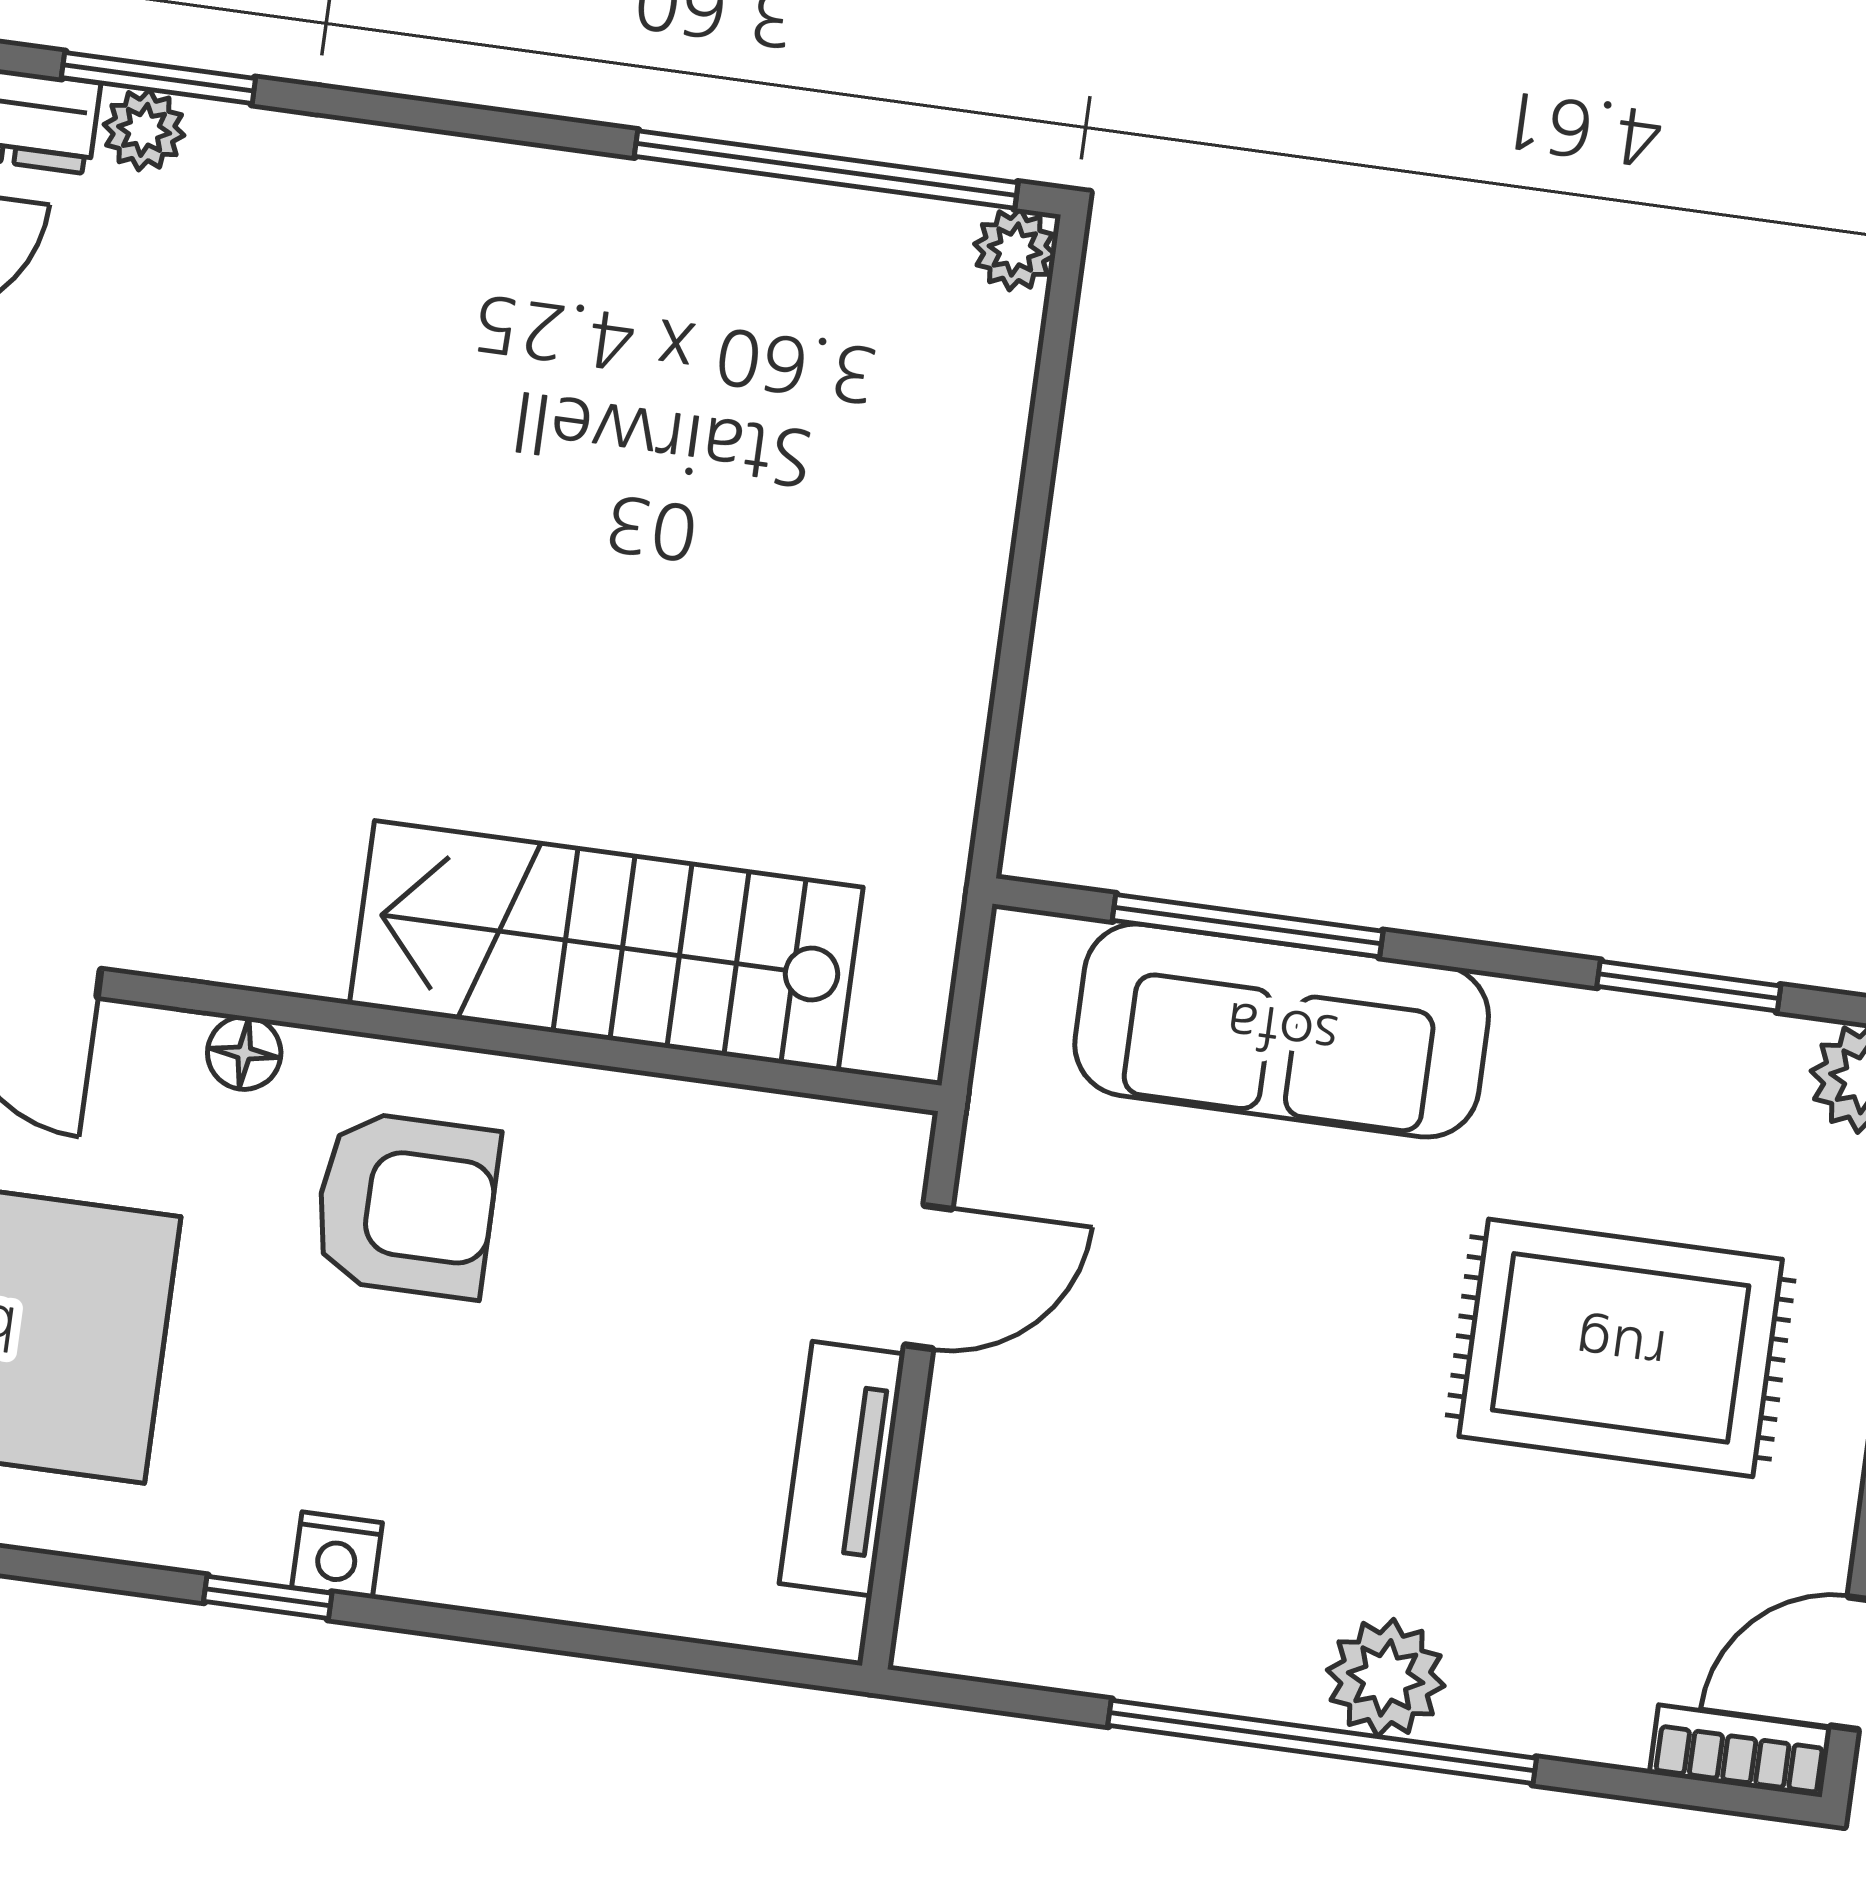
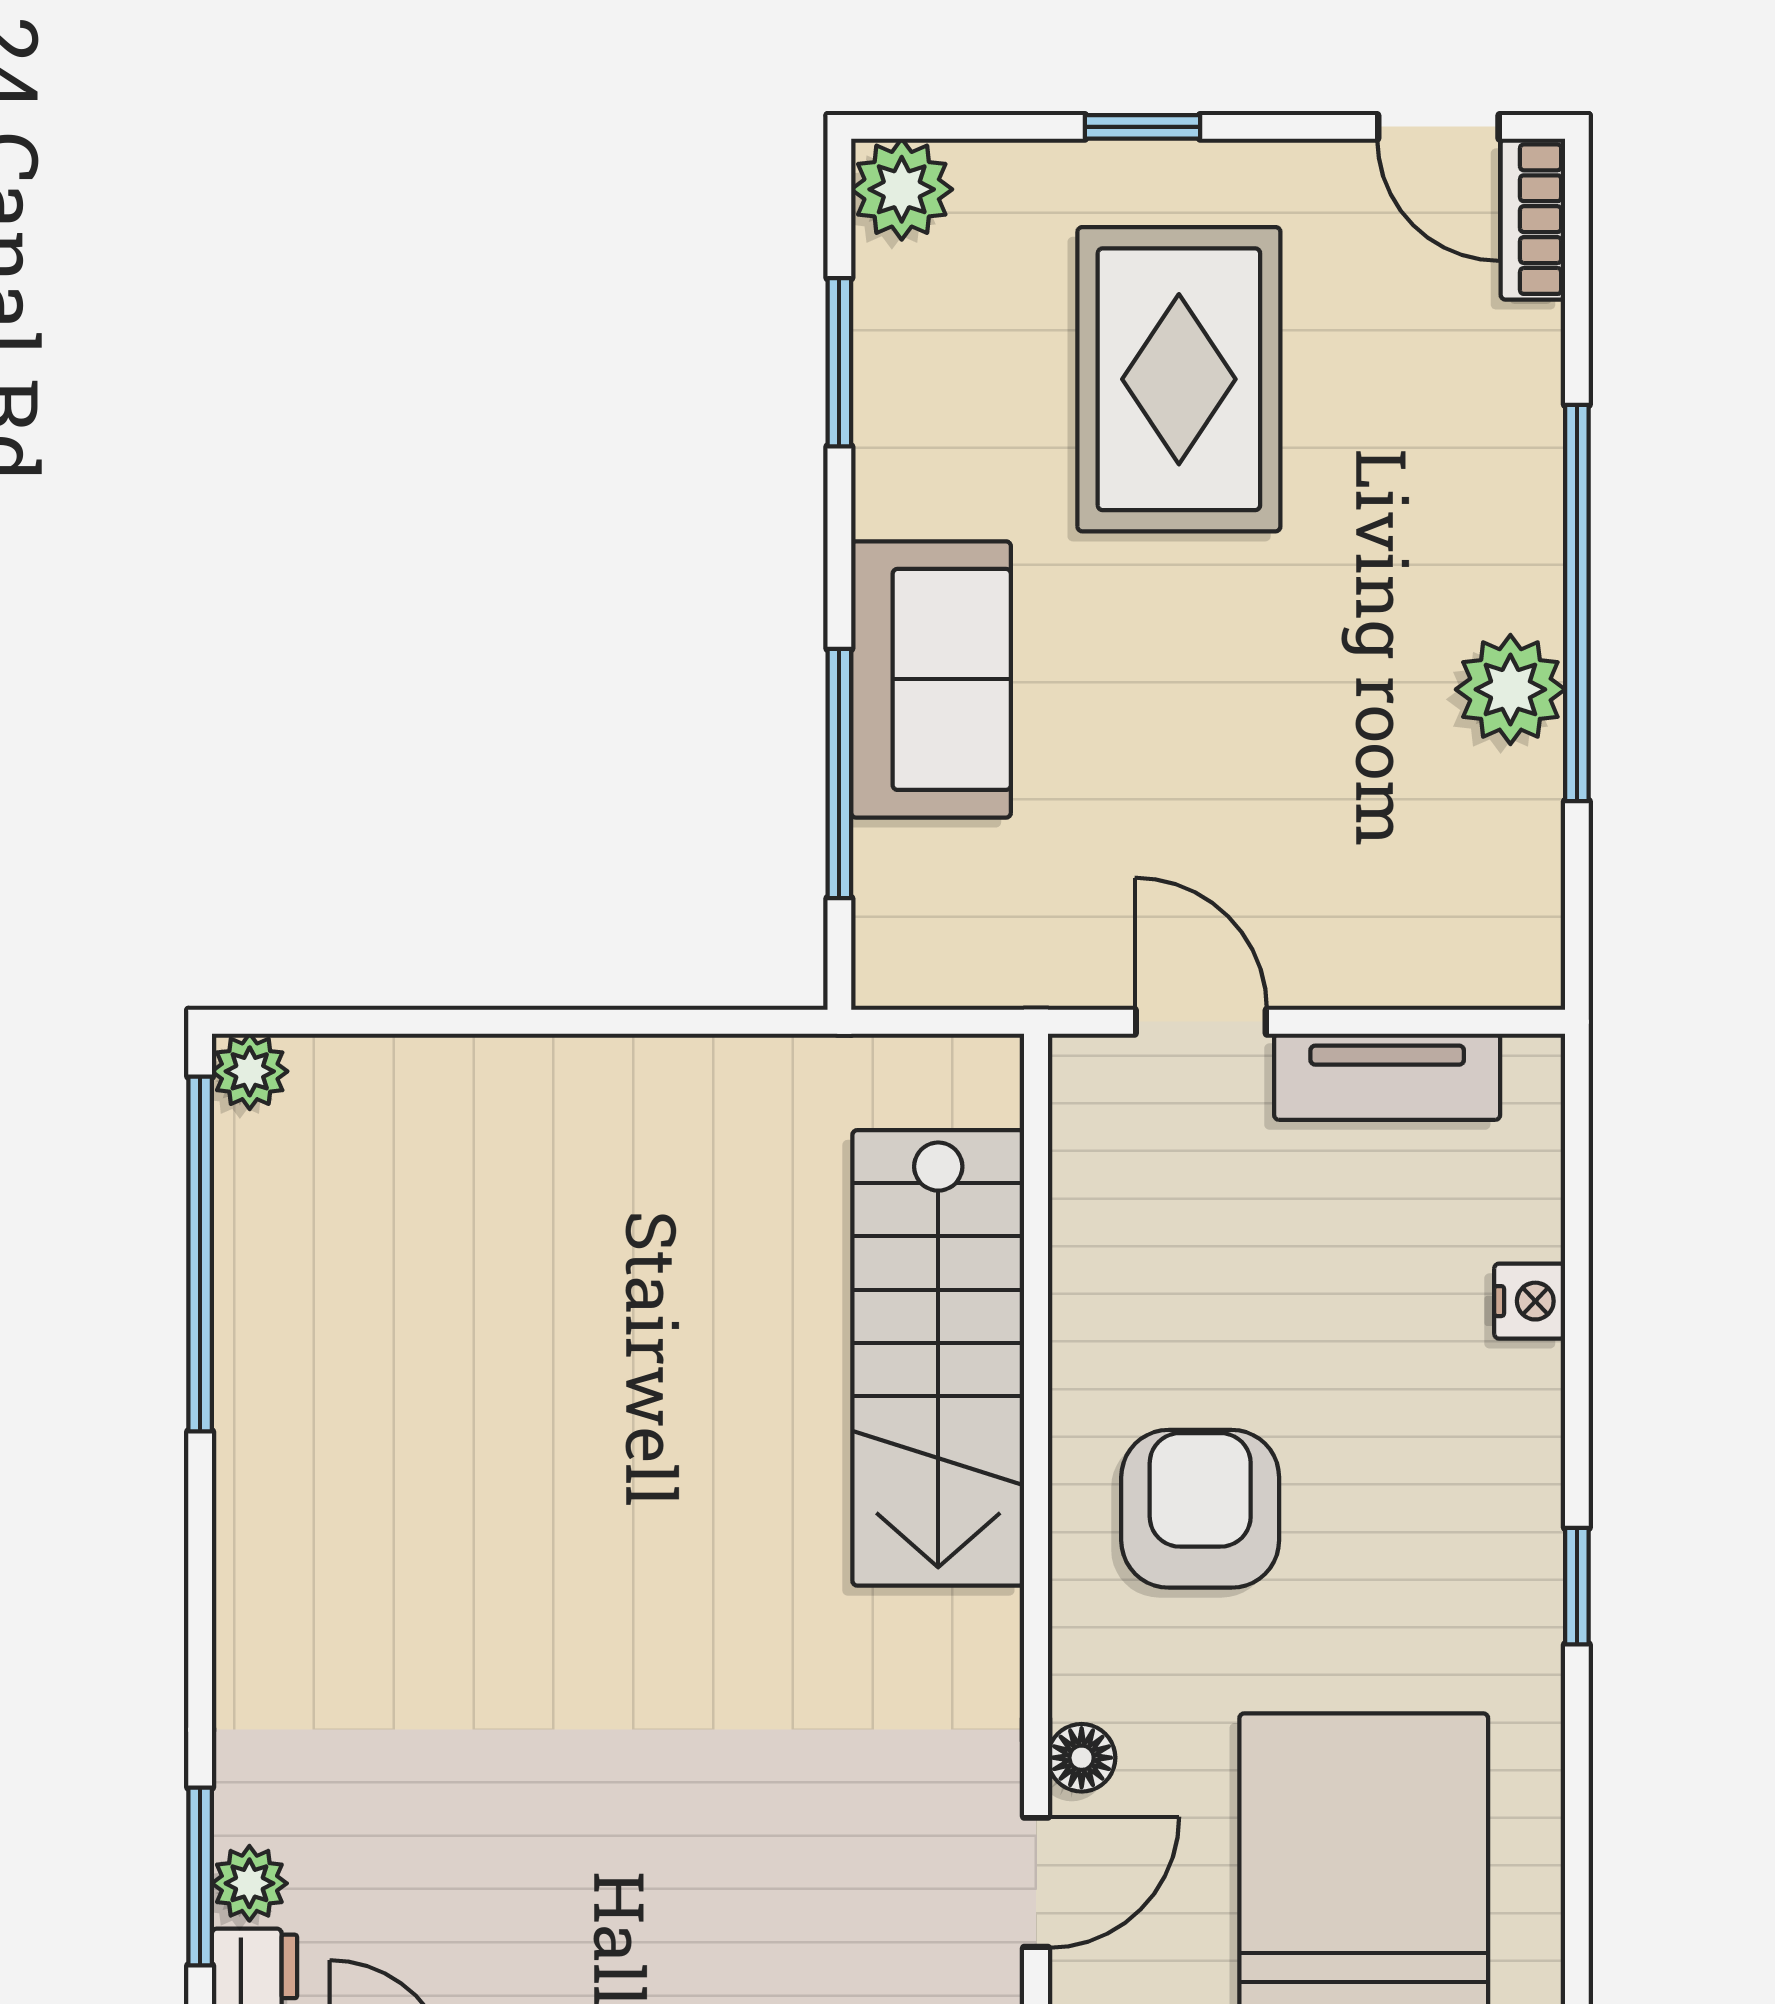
sofa: (1282, 1031) -> (931, 679), width x0.73
floor lamp: (244, 1053) -> (1082, 1758), moved
nightstand: (337, 1555) -> (1530, 1301), moved
plant: (1386, 1678) -> (1510, 689), moved

